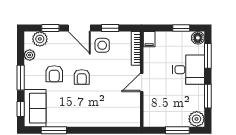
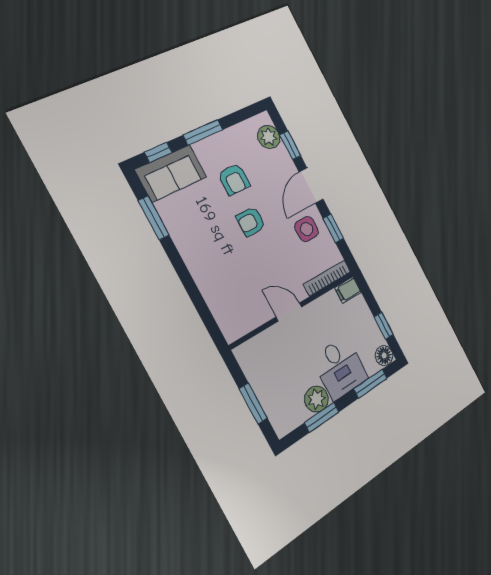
plant: (30, 55) -> (240, 132), removed
armchair: (54, 74) -> (234, 179), turned -90
plant: (197, 119) -> (317, 399), moved

